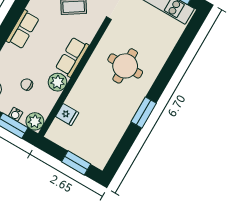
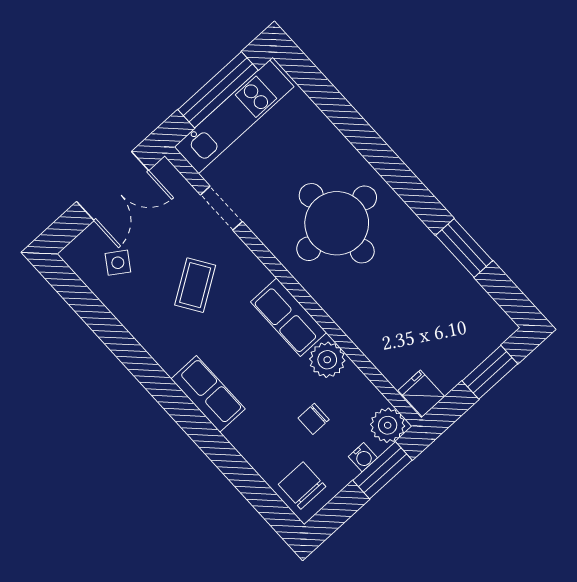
round table: (125, 66) -> (337, 223), width x1.36, depth x1.36
window: (144, 113) -> (464, 248), moved
fridge: (67, 115) -> (421, 393), moved, turned -90

